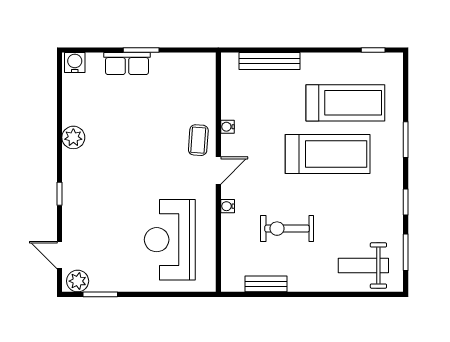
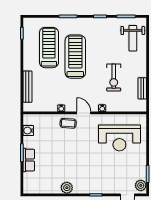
water cooler: (75, 63) -> (28, 131), moved

